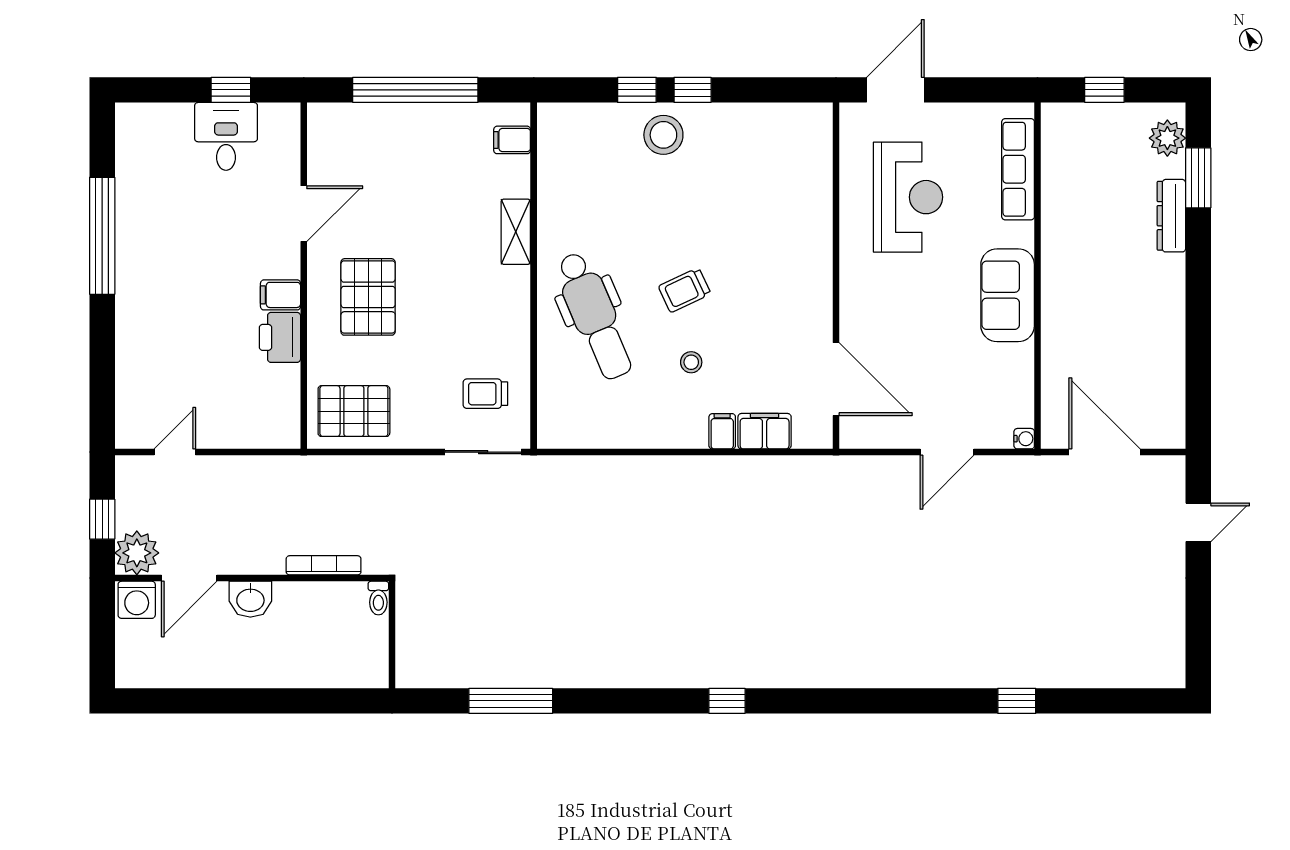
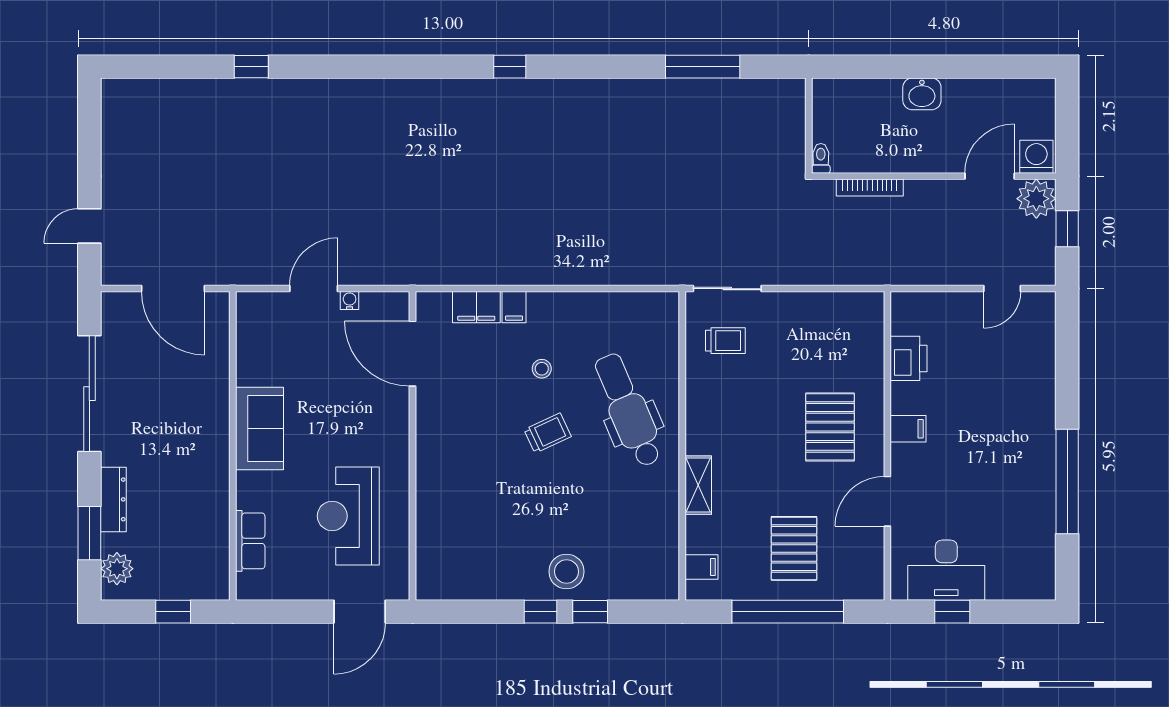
desk: (226, 136) -> (946, 570), width x1.37
row of seats: (1018, 169) -> (250, 541), width x0.68
sliding door: (1198, 334) -> (89, 394), added
printer: (280, 337) -> (909, 358), moved
pallet: (354, 411) -> (794, 548), moved, turned 90
water cooler: (1024, 439) -> (350, 300), moved, turned 90
washbasin: (250, 599) -> (922, 94), moved, turned 180

